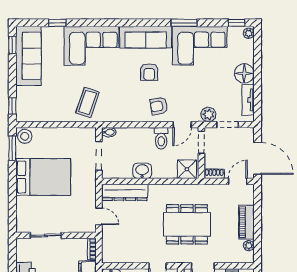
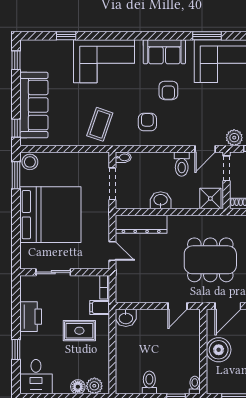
sofa: (146, 37) -> (164, 52), width x0.73
sofa: (28, 56) -> (34, 105), moved
armchair: (159, 106) -> (147, 122), moved, turned 100
bed: (43, 177) -> (50, 215), width x1.36

